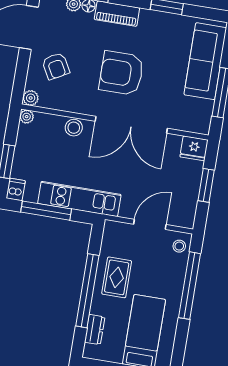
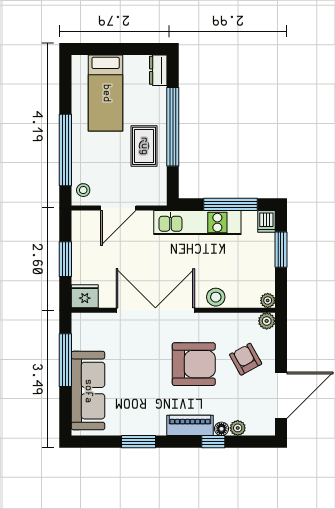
armchair: (121, 73) -> (194, 364), moved
dresser: (95, 330) -> (158, 70), moved

